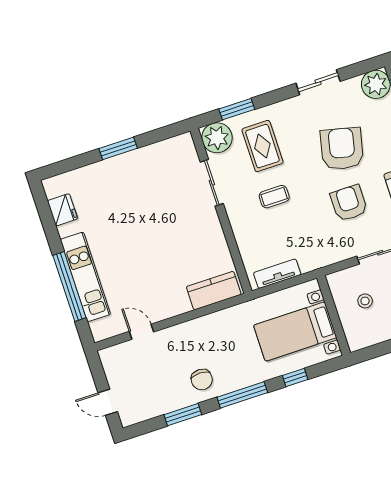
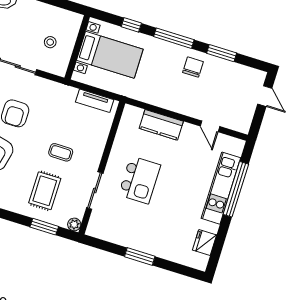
plant: (217, 138) -> (74, 224), width x0.53, depth x0.53
kitchen island: (174, 226) -> (140, 180), added
kitchen counter: (214, 291) -> (161, 125), moved

